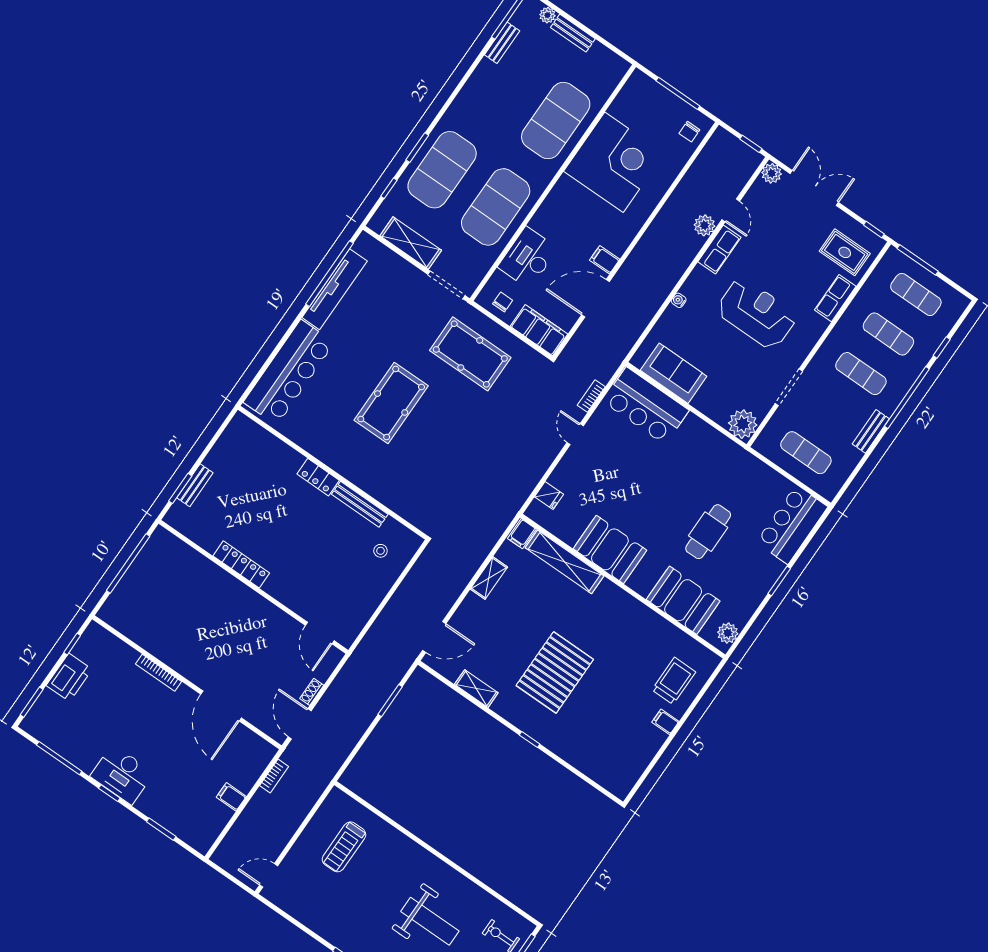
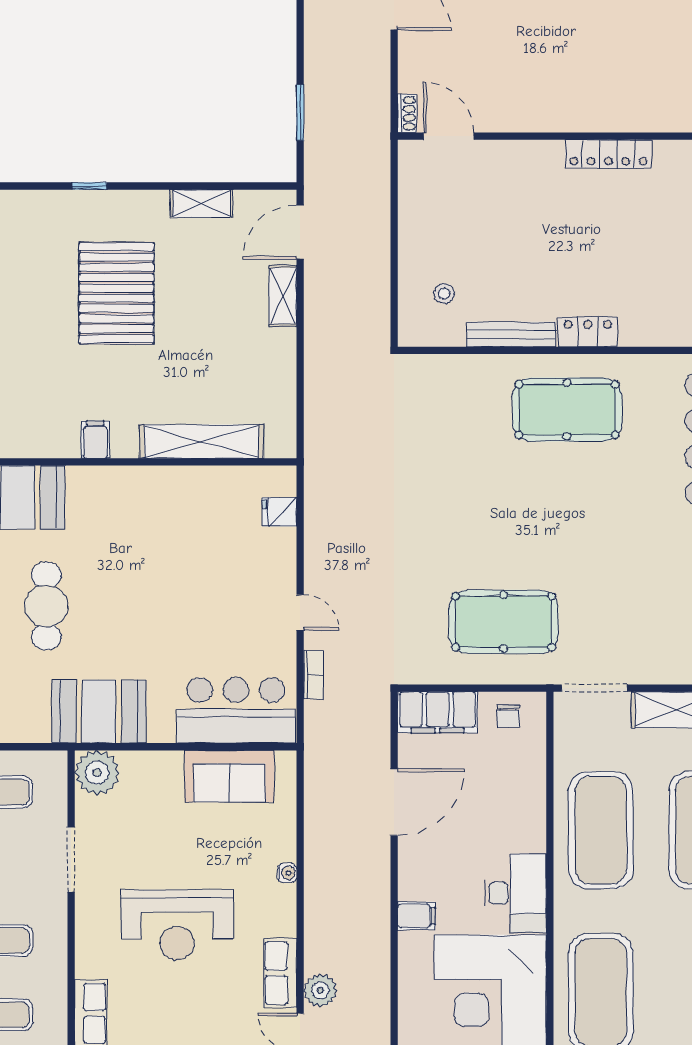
desk: (528, 258) -> (515, 893), moved
filing cabinet: (605, 260) -> (416, 916), moved
pool table: (391, 403) -> (567, 410), moved, turned 90
filing cabinet: (522, 534) -> (95, 440), moved
booth: (610, 549) -> (99, 712), moved
shelving: (489, 578) -> (283, 296), moved
shoe rack: (312, 692) -> (407, 113), moved

